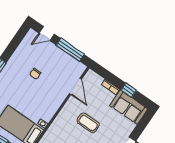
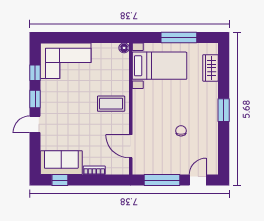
window: (129, 90) -> (60, 180), moved
coffee table: (88, 123) -> (111, 104), moved

